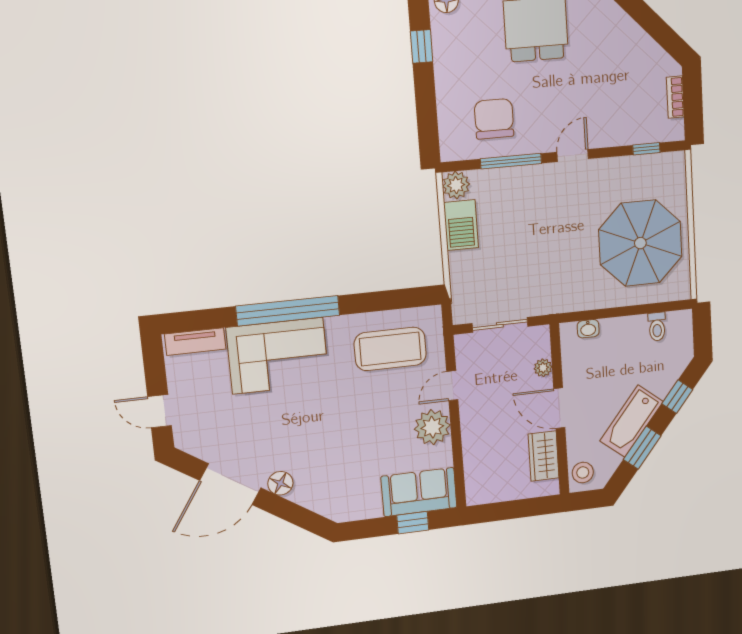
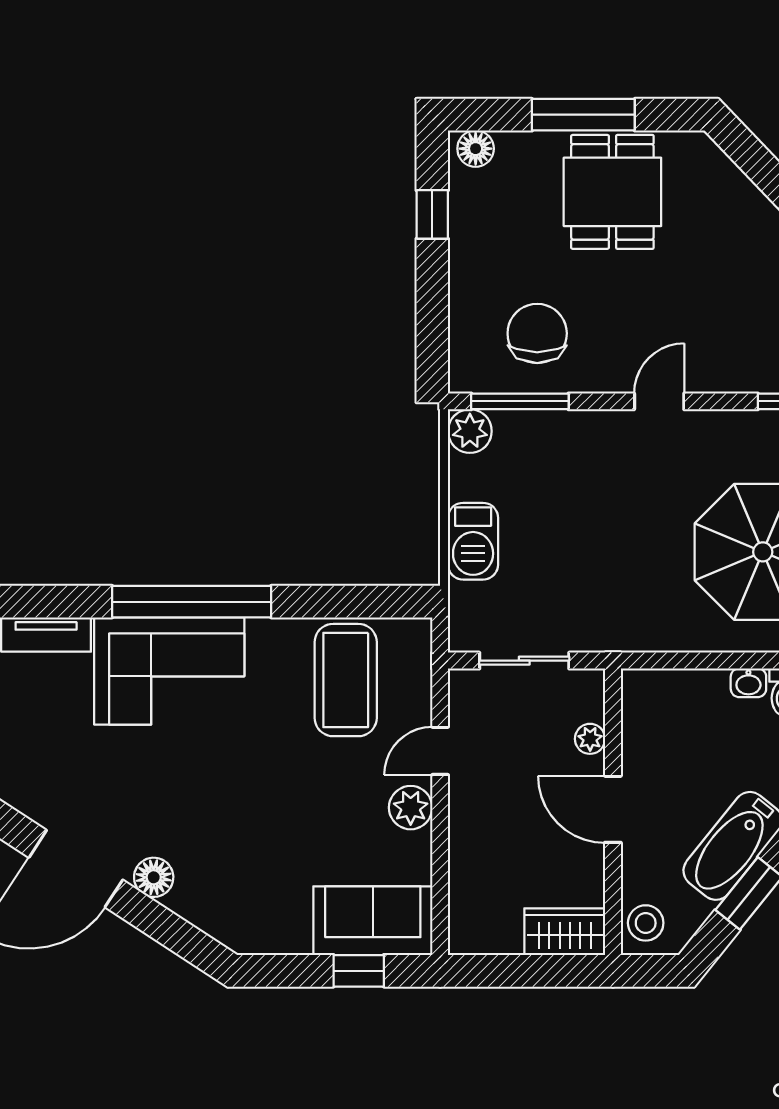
window: (511, 161) -> (520, 401), moved
barbecue: (461, 225) -> (473, 541), moved
washbasin: (588, 329) -> (748, 683), moved
coffee table: (390, 349) -> (346, 680), turned 90
plant: (432, 427) -> (411, 808), width x0.73, depth x0.73
wardrobe: (544, 456) -> (565, 932), moved, turned 90

